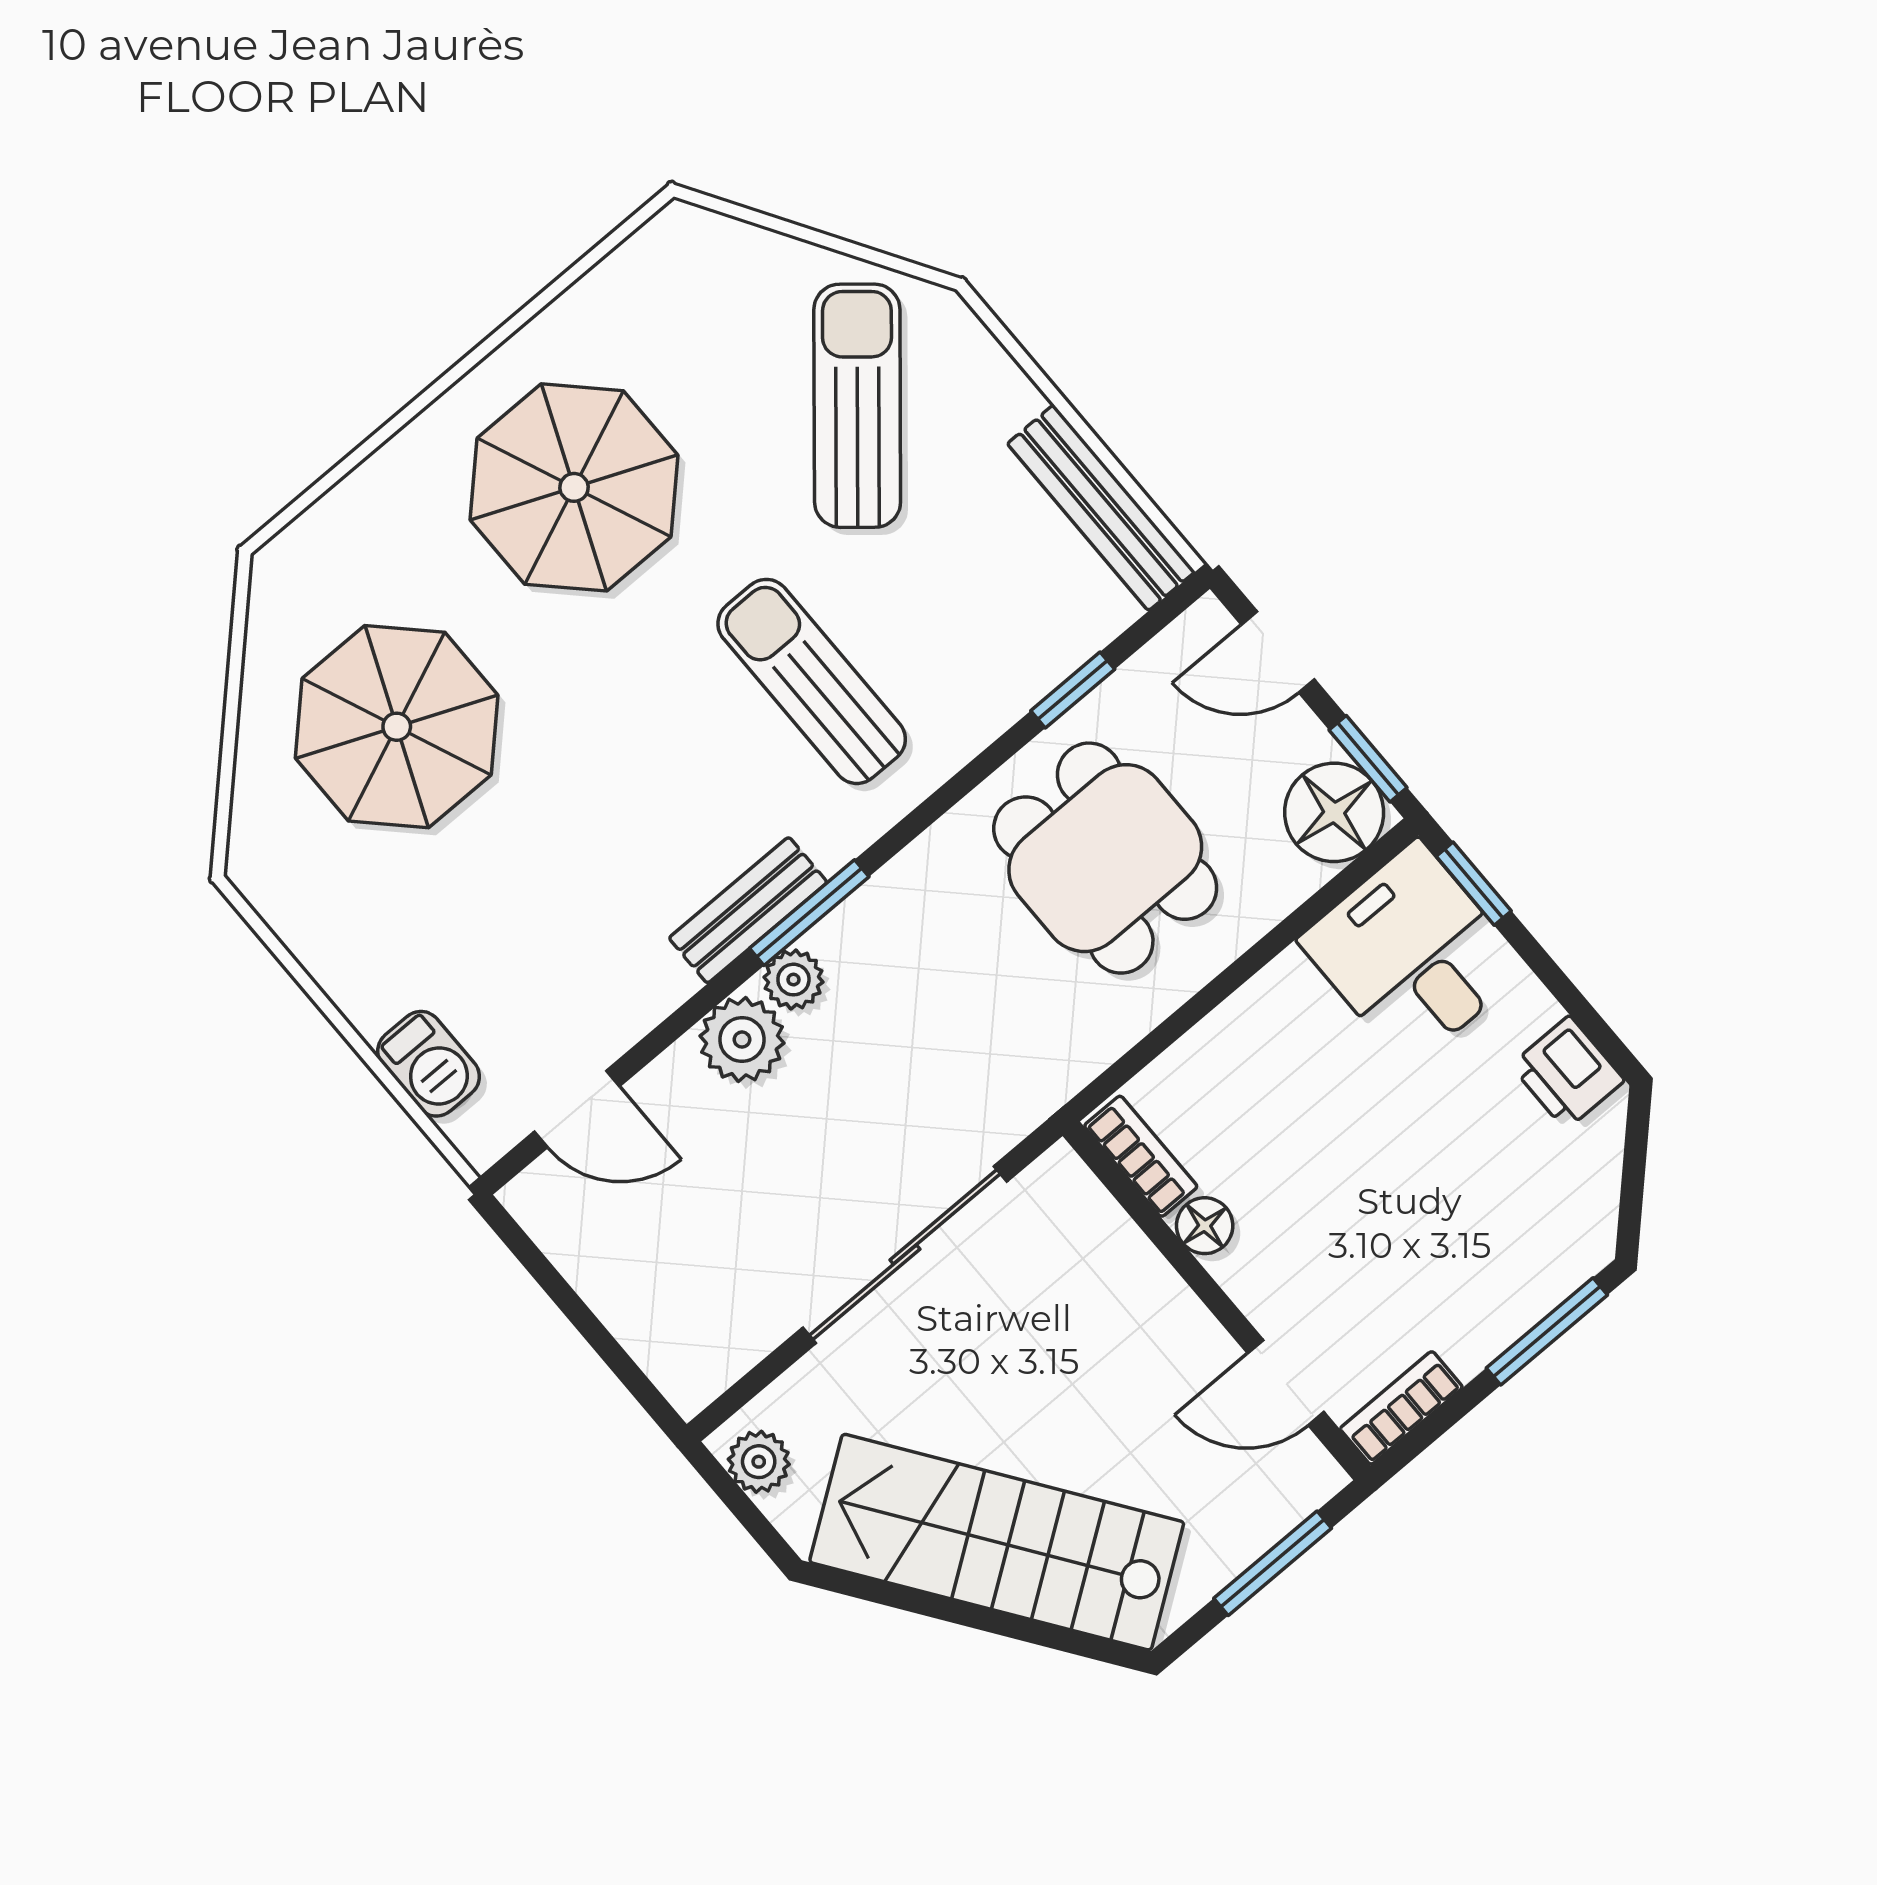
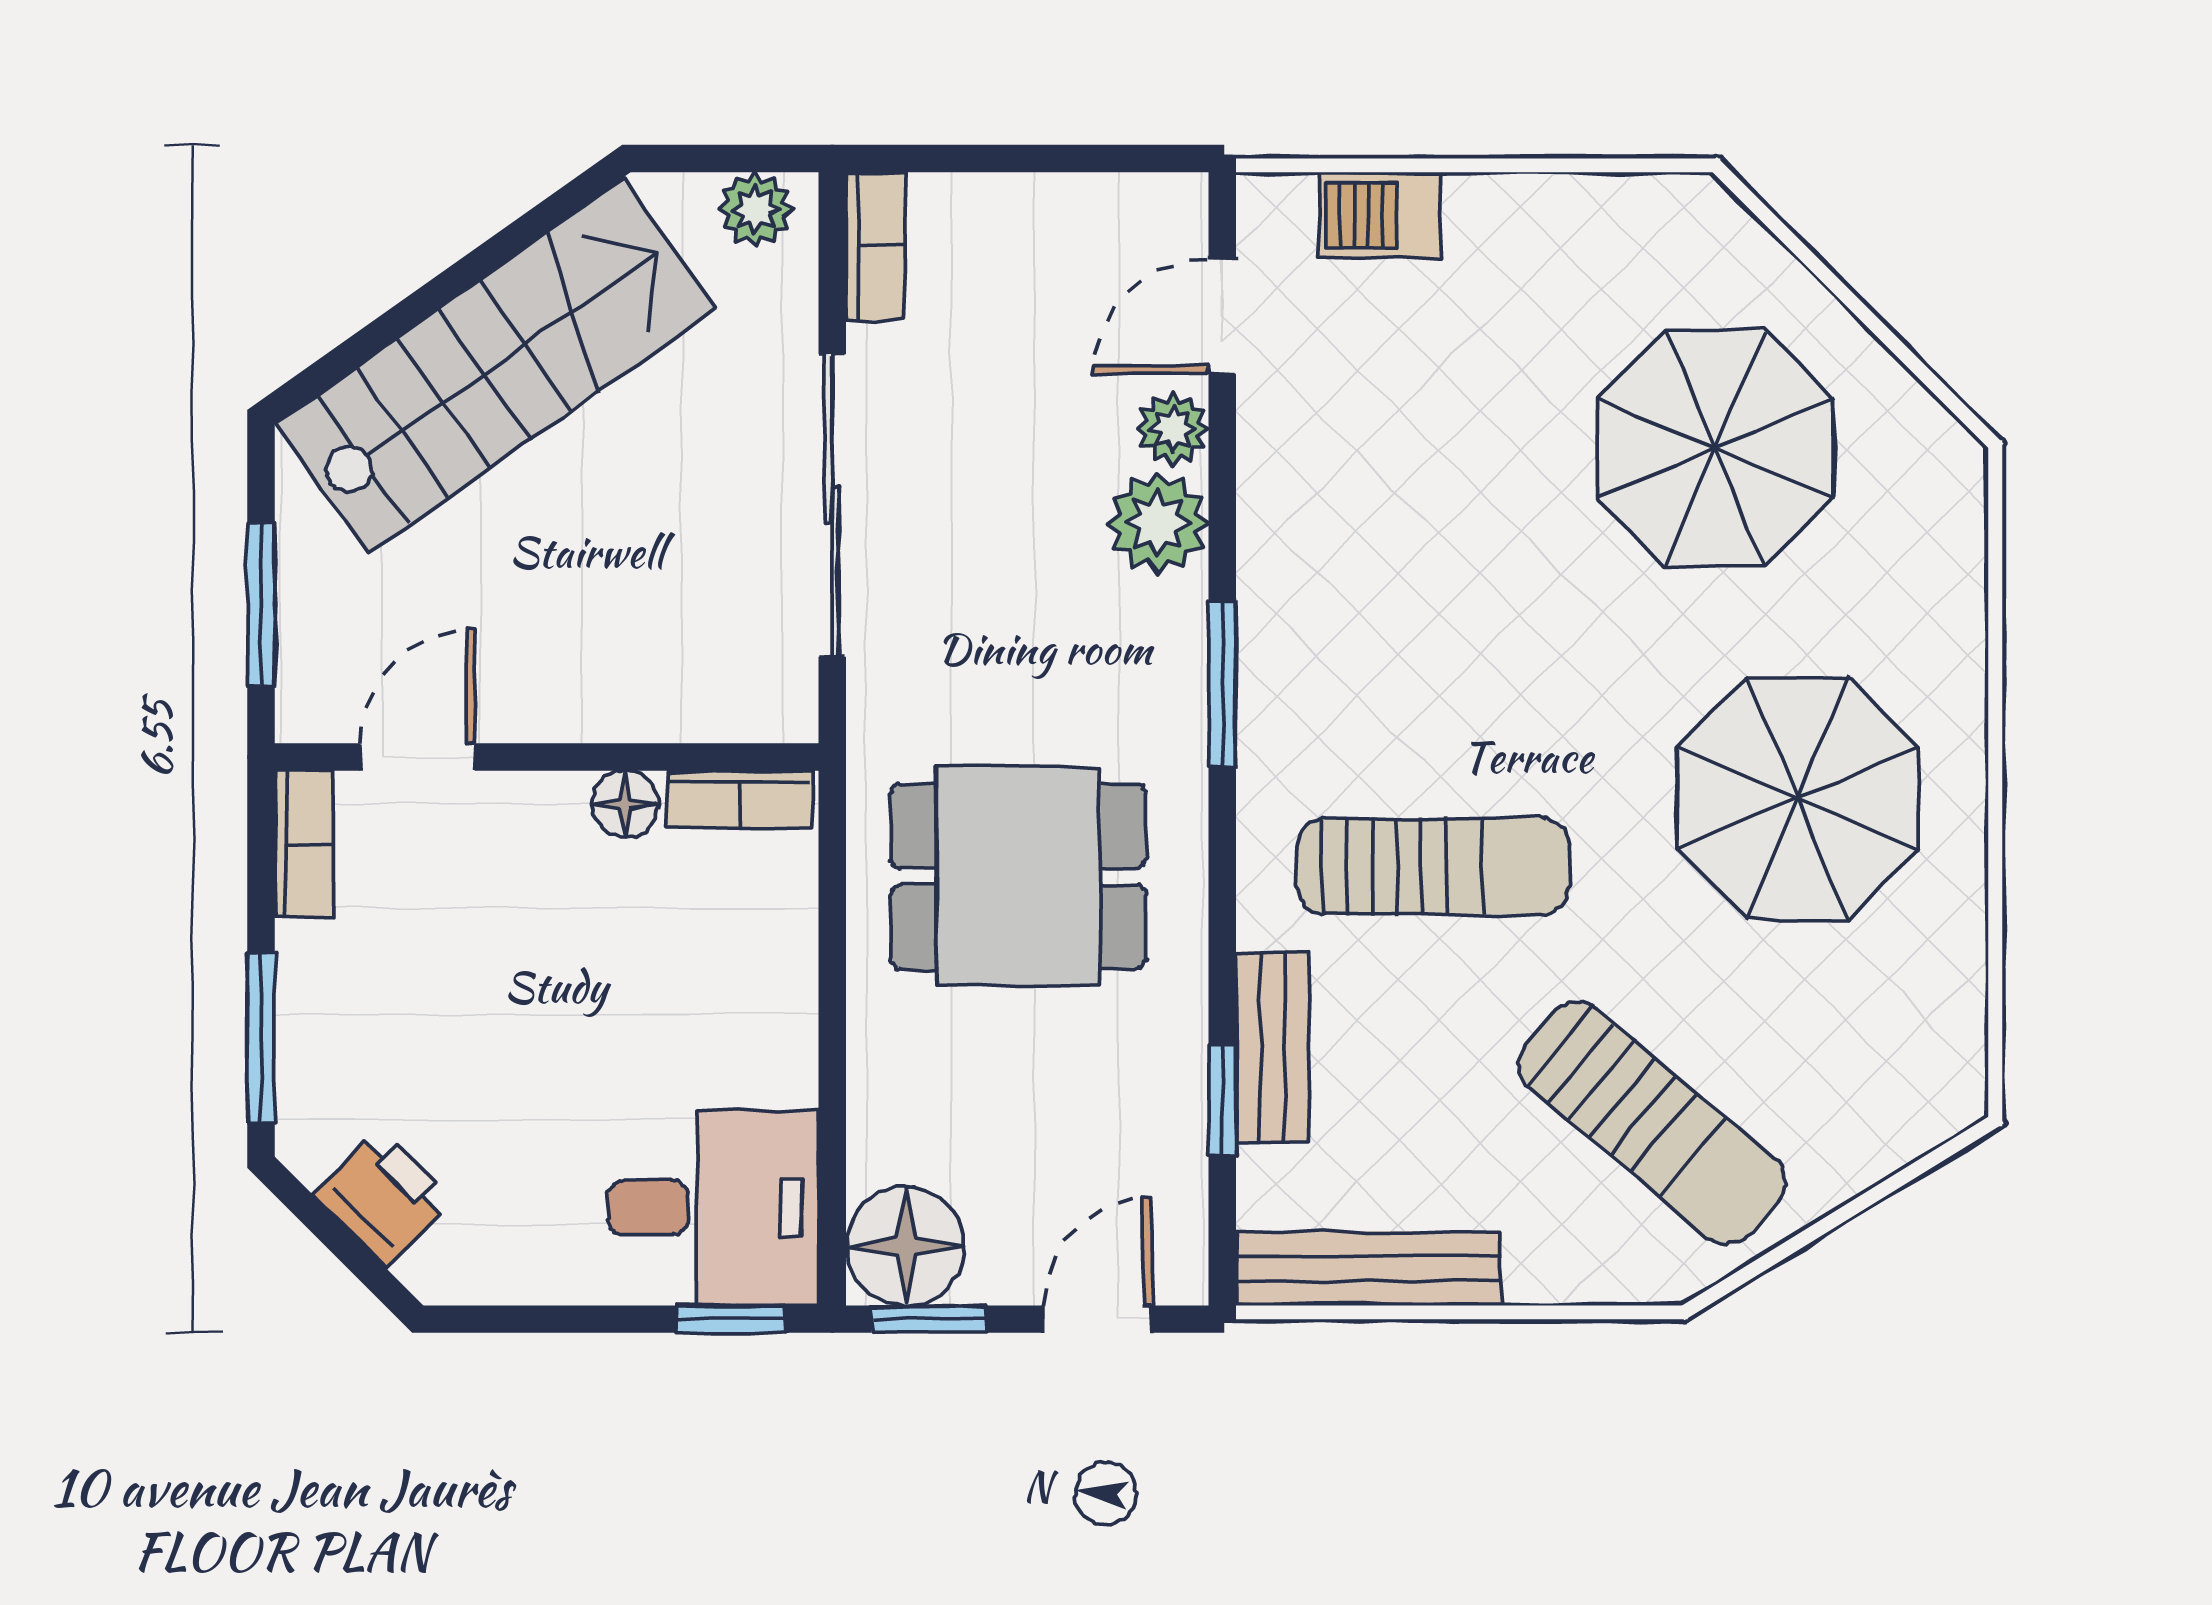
dining table: (1105, 858) -> (1018, 876), moved
bench: (748, 910) -> (1272, 1047), moved
plant: (793, 980) -> (1173, 429), moved
printer: (1567, 1073) -> (383, 1198), moved, turned 45
bookcase: (718, 1366) -> (875, 246), added

